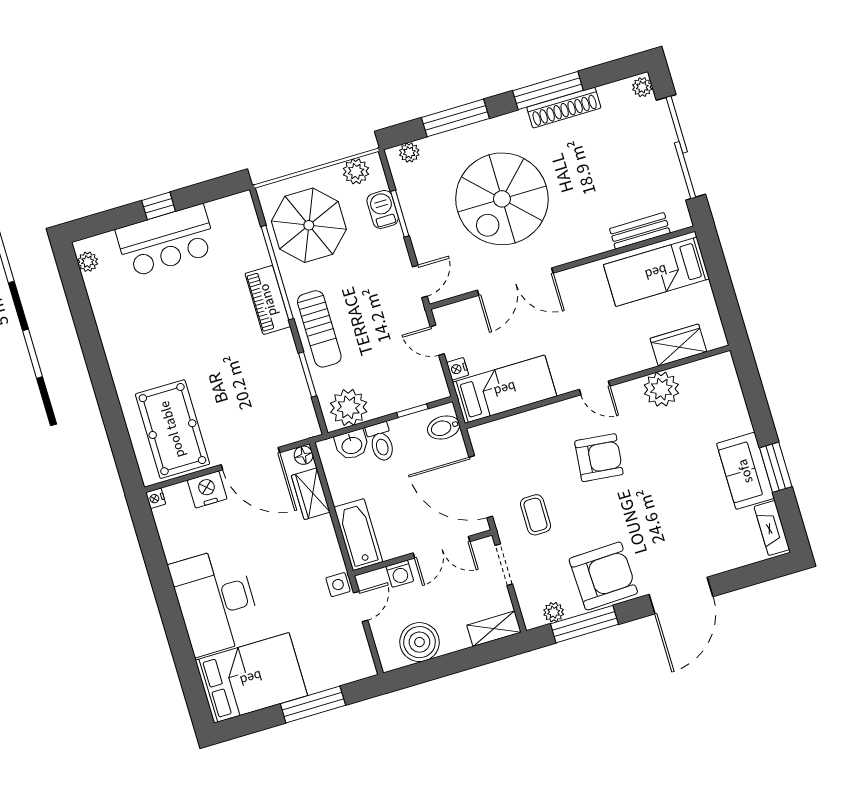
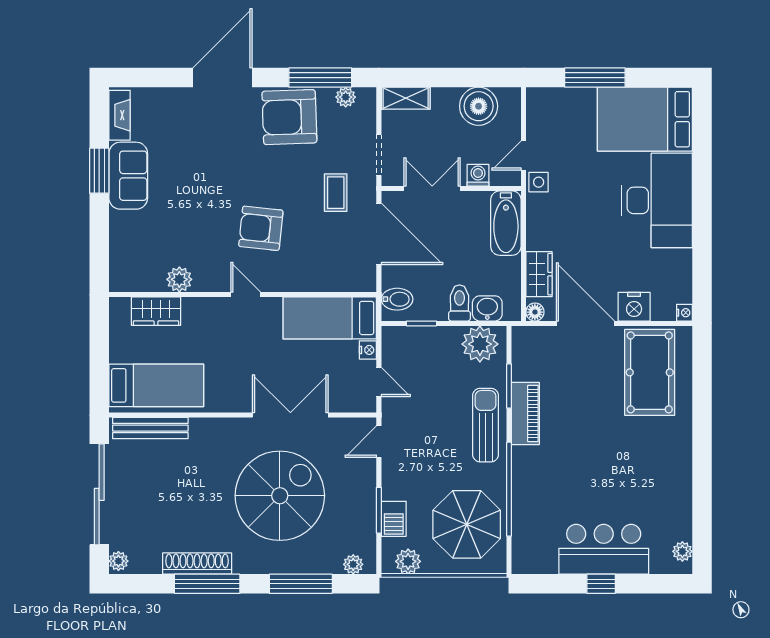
bench: (640, 231) -> (150, 428), width x1.36
piano: (268, 300) -> (525, 414), moved
plant: (661, 389) -> (179, 279), width x0.73, depth x0.73

